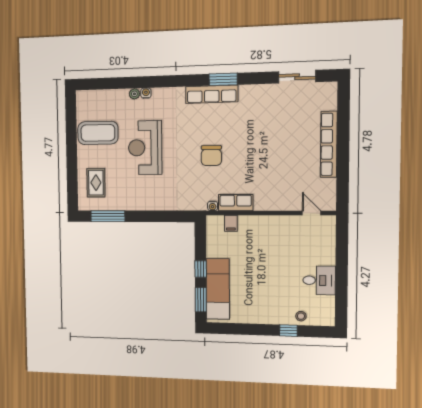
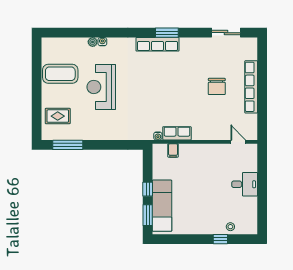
chair: (211, 156) -> (217, 86), moved
rug: (96, 183) -> (58, 116), turned 90
desk: (319, 280) -> (245, 184), moved

